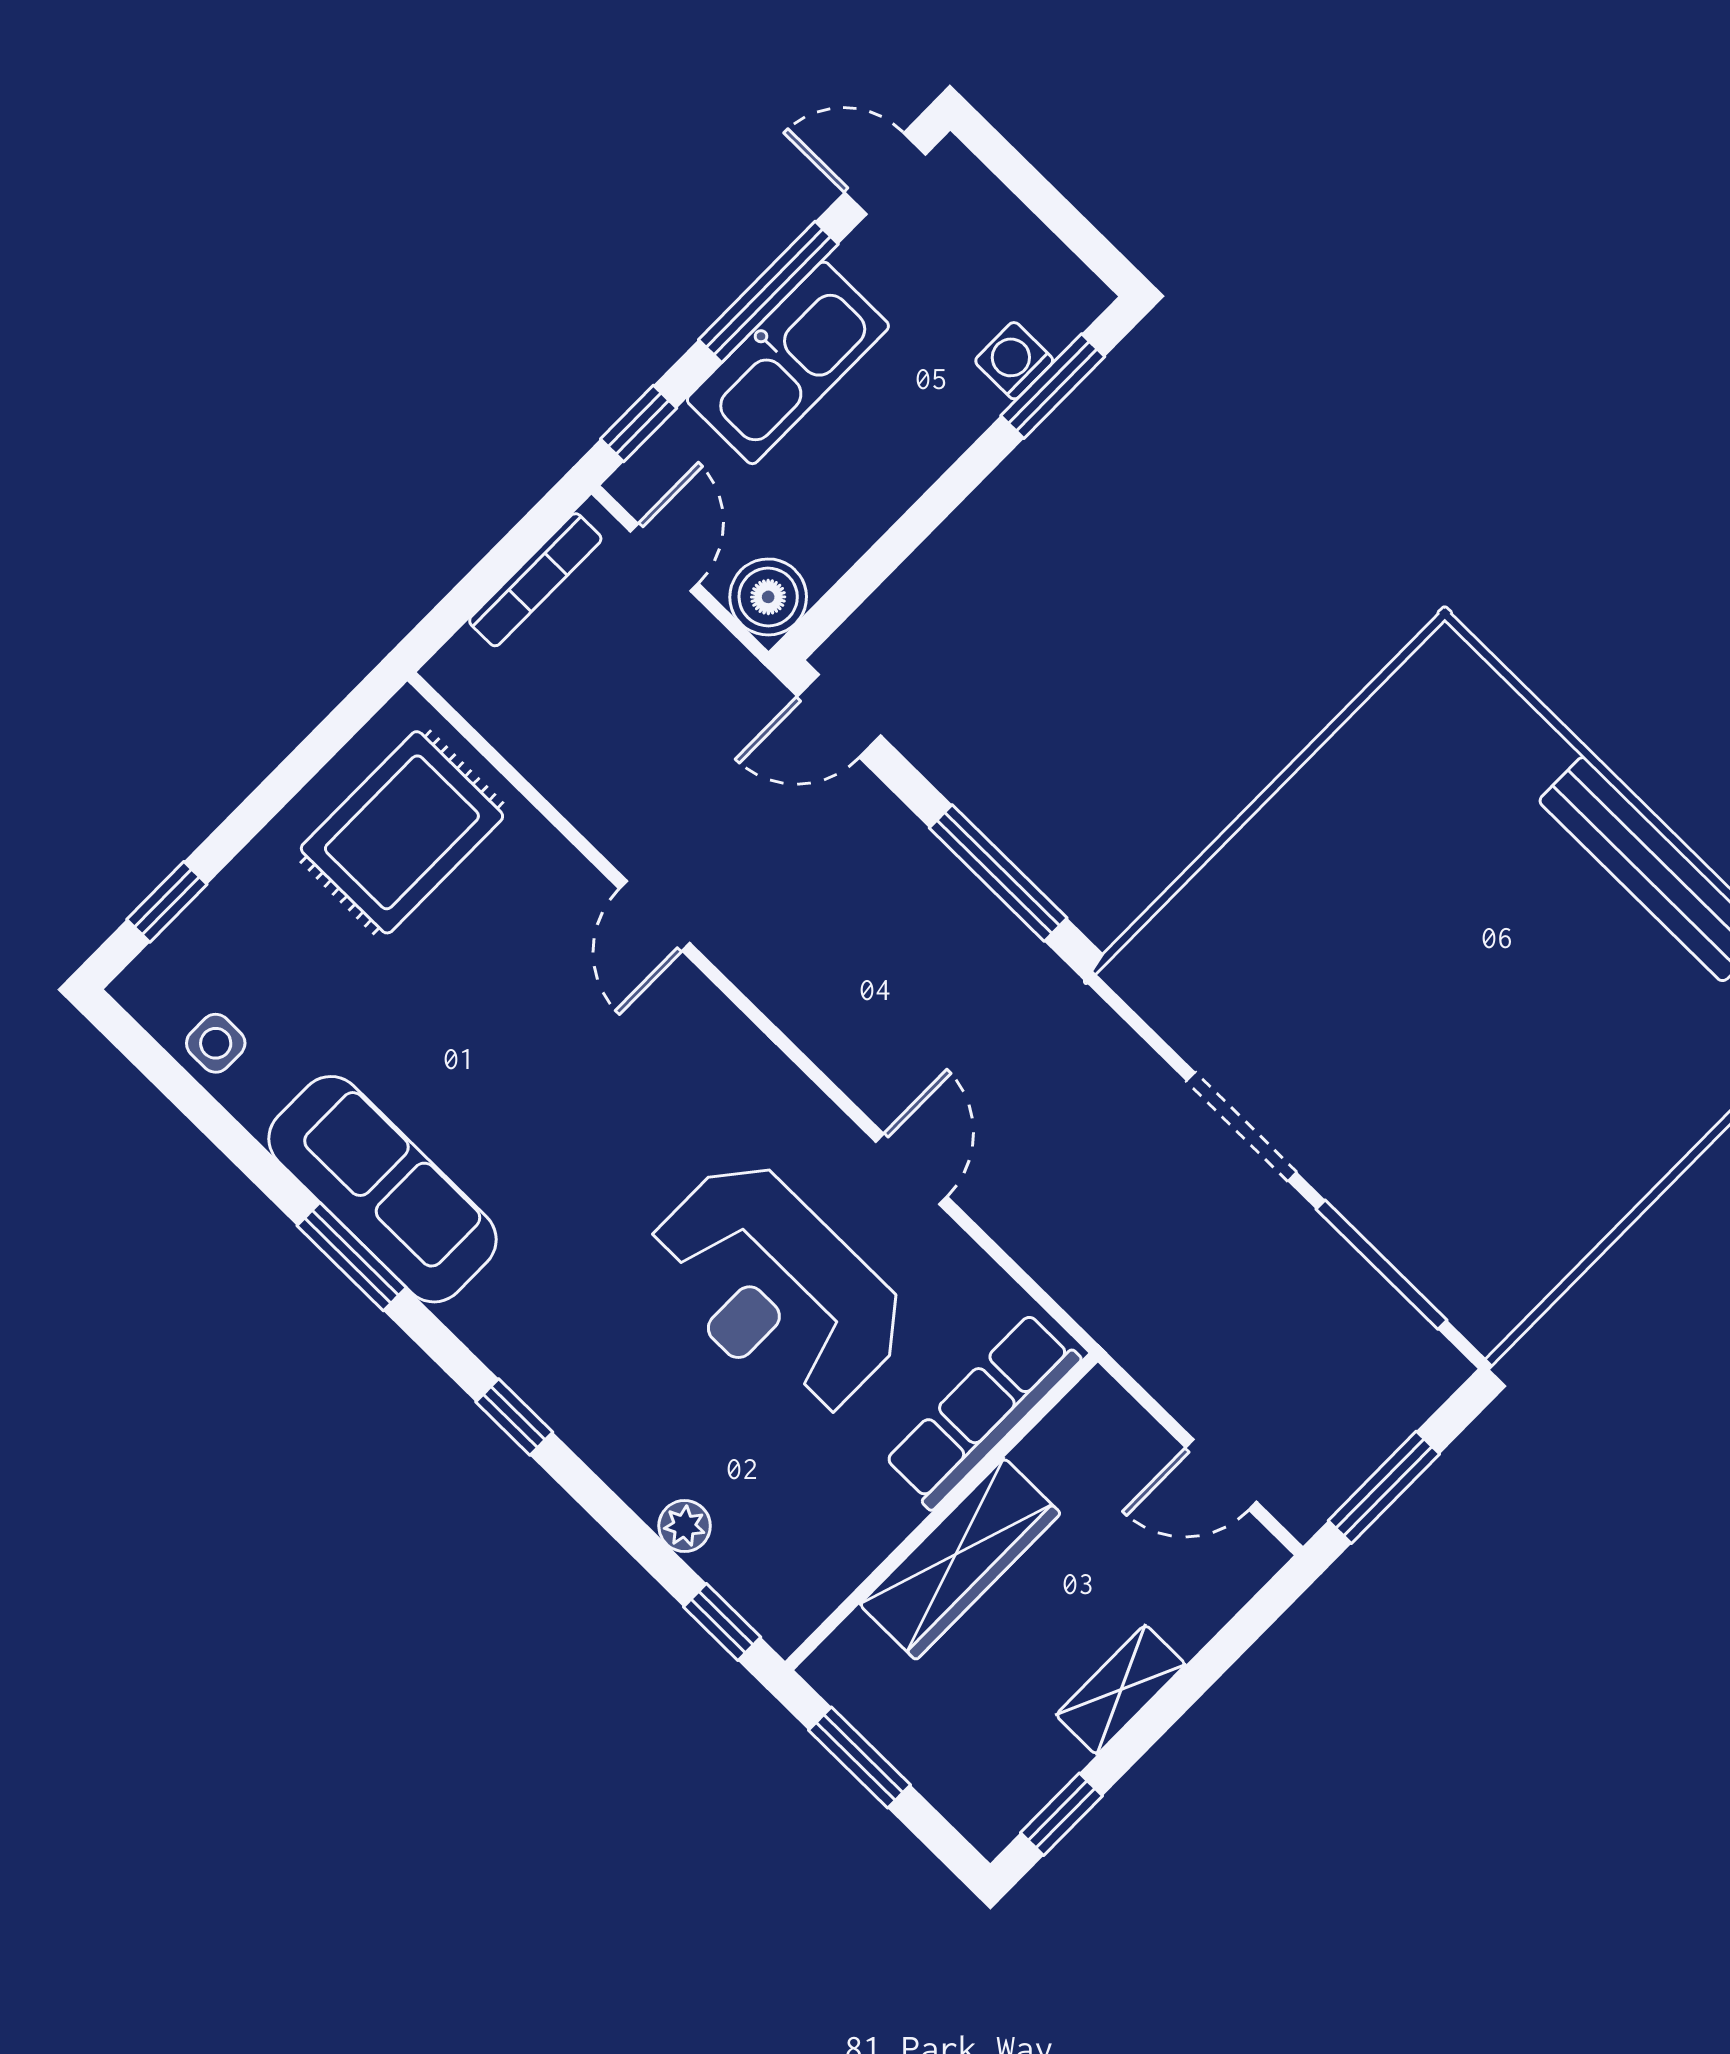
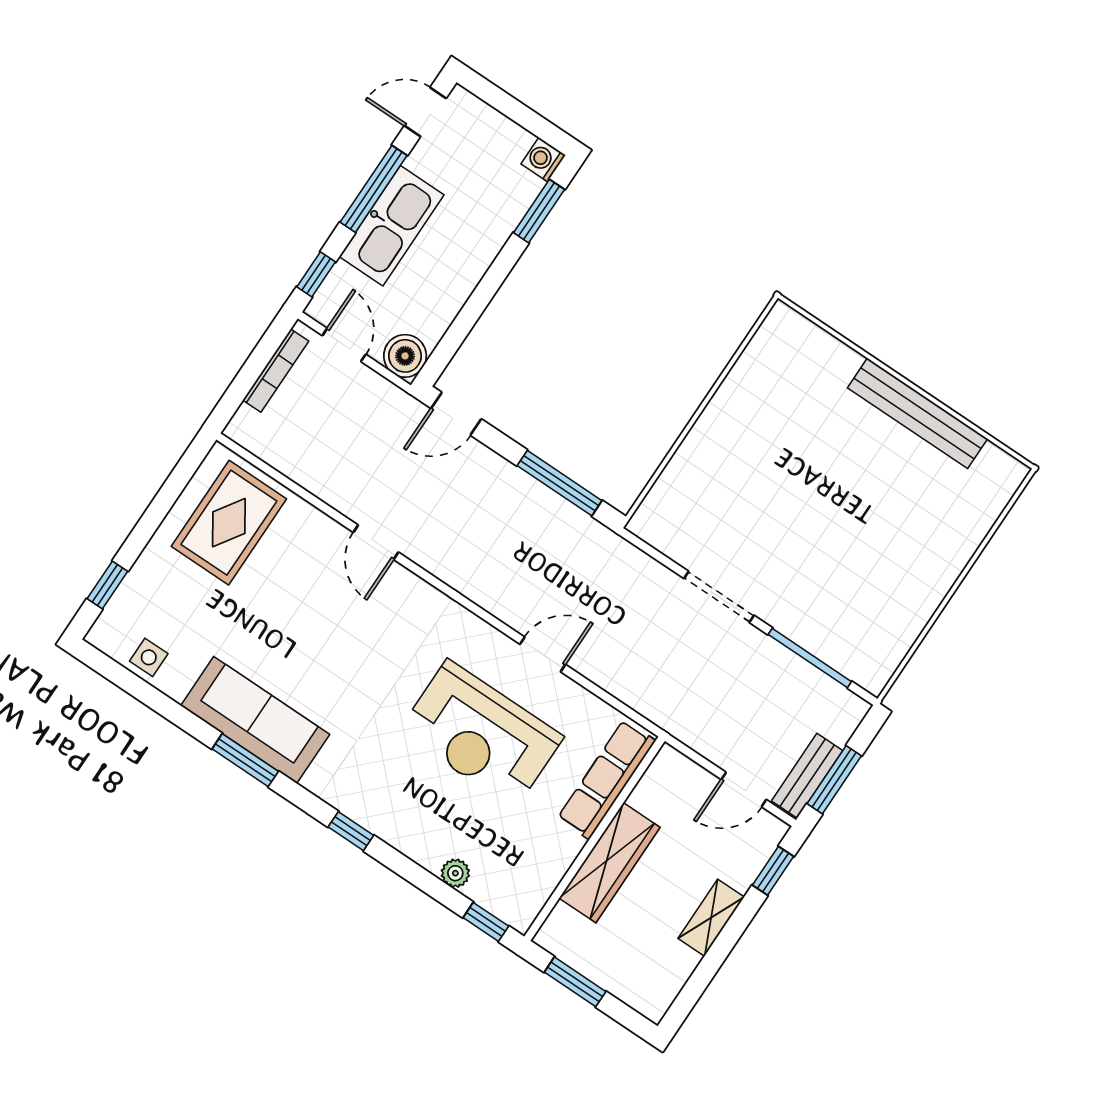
washing machine: (1014, 361) -> (543, 160), moved
door: (911, 1169) -> (543, 654), hinge flipped
bench: (1337, 1471) -> (807, 776), added
window: (1061, 1814) -> (773, 871), moved

